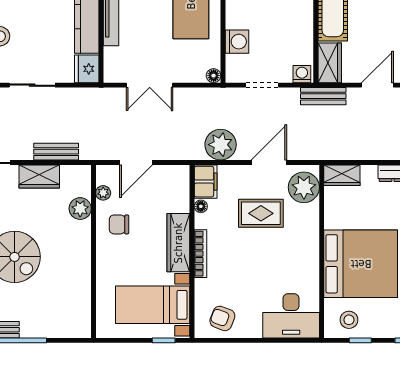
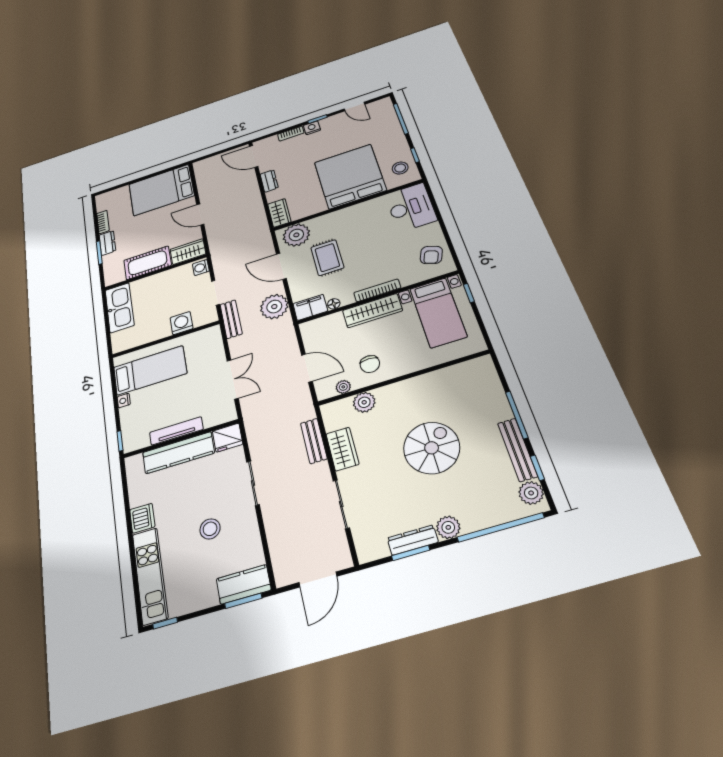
floor lamp: (214, 76) -> (214, 331), removed
bench: (323, 96) -> (231, 319), moved

